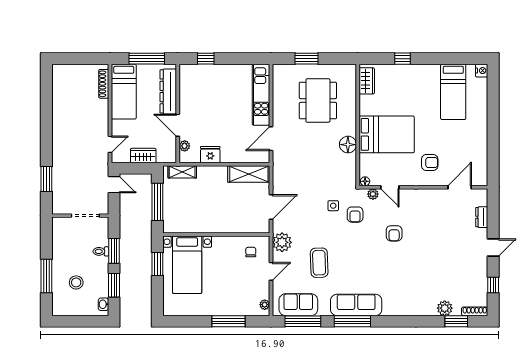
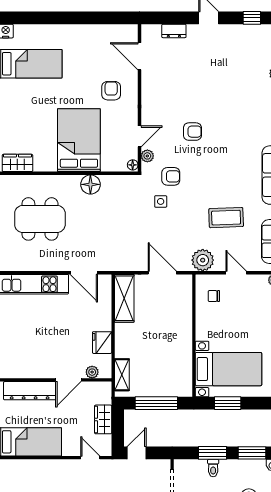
shoe rack: (104, 84) -> (21, 465), removed

